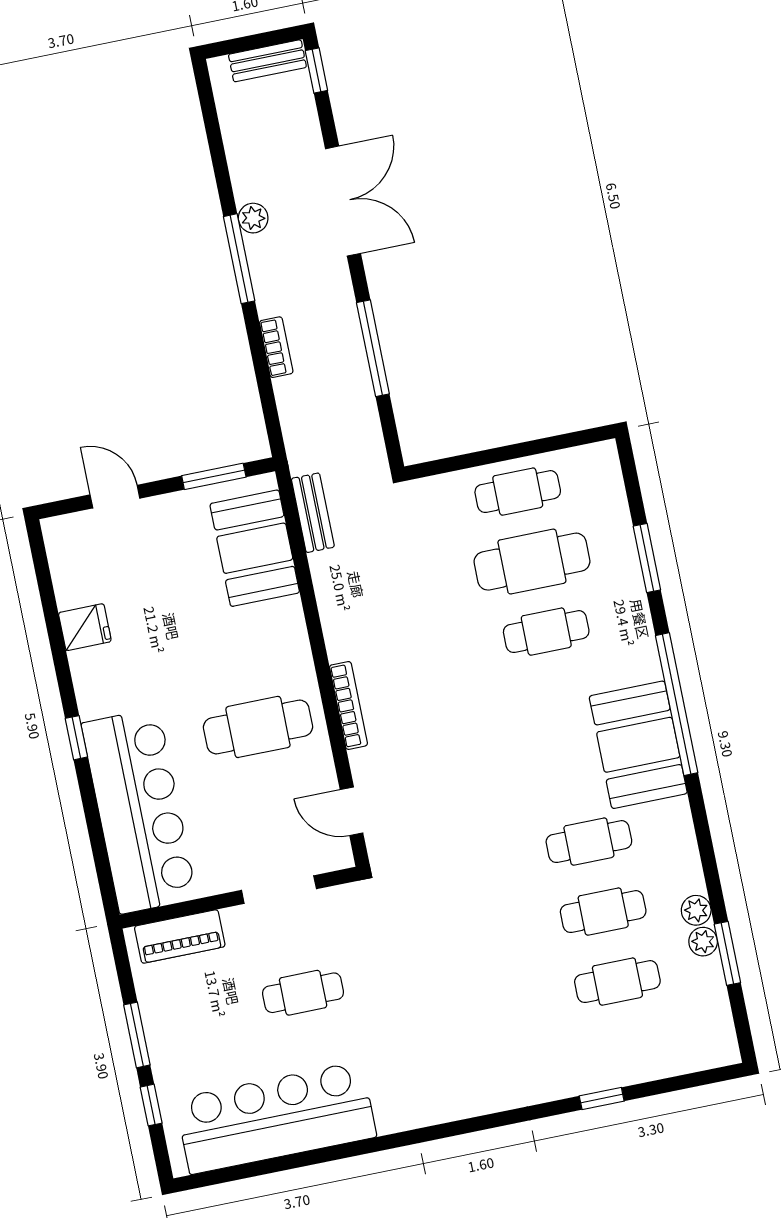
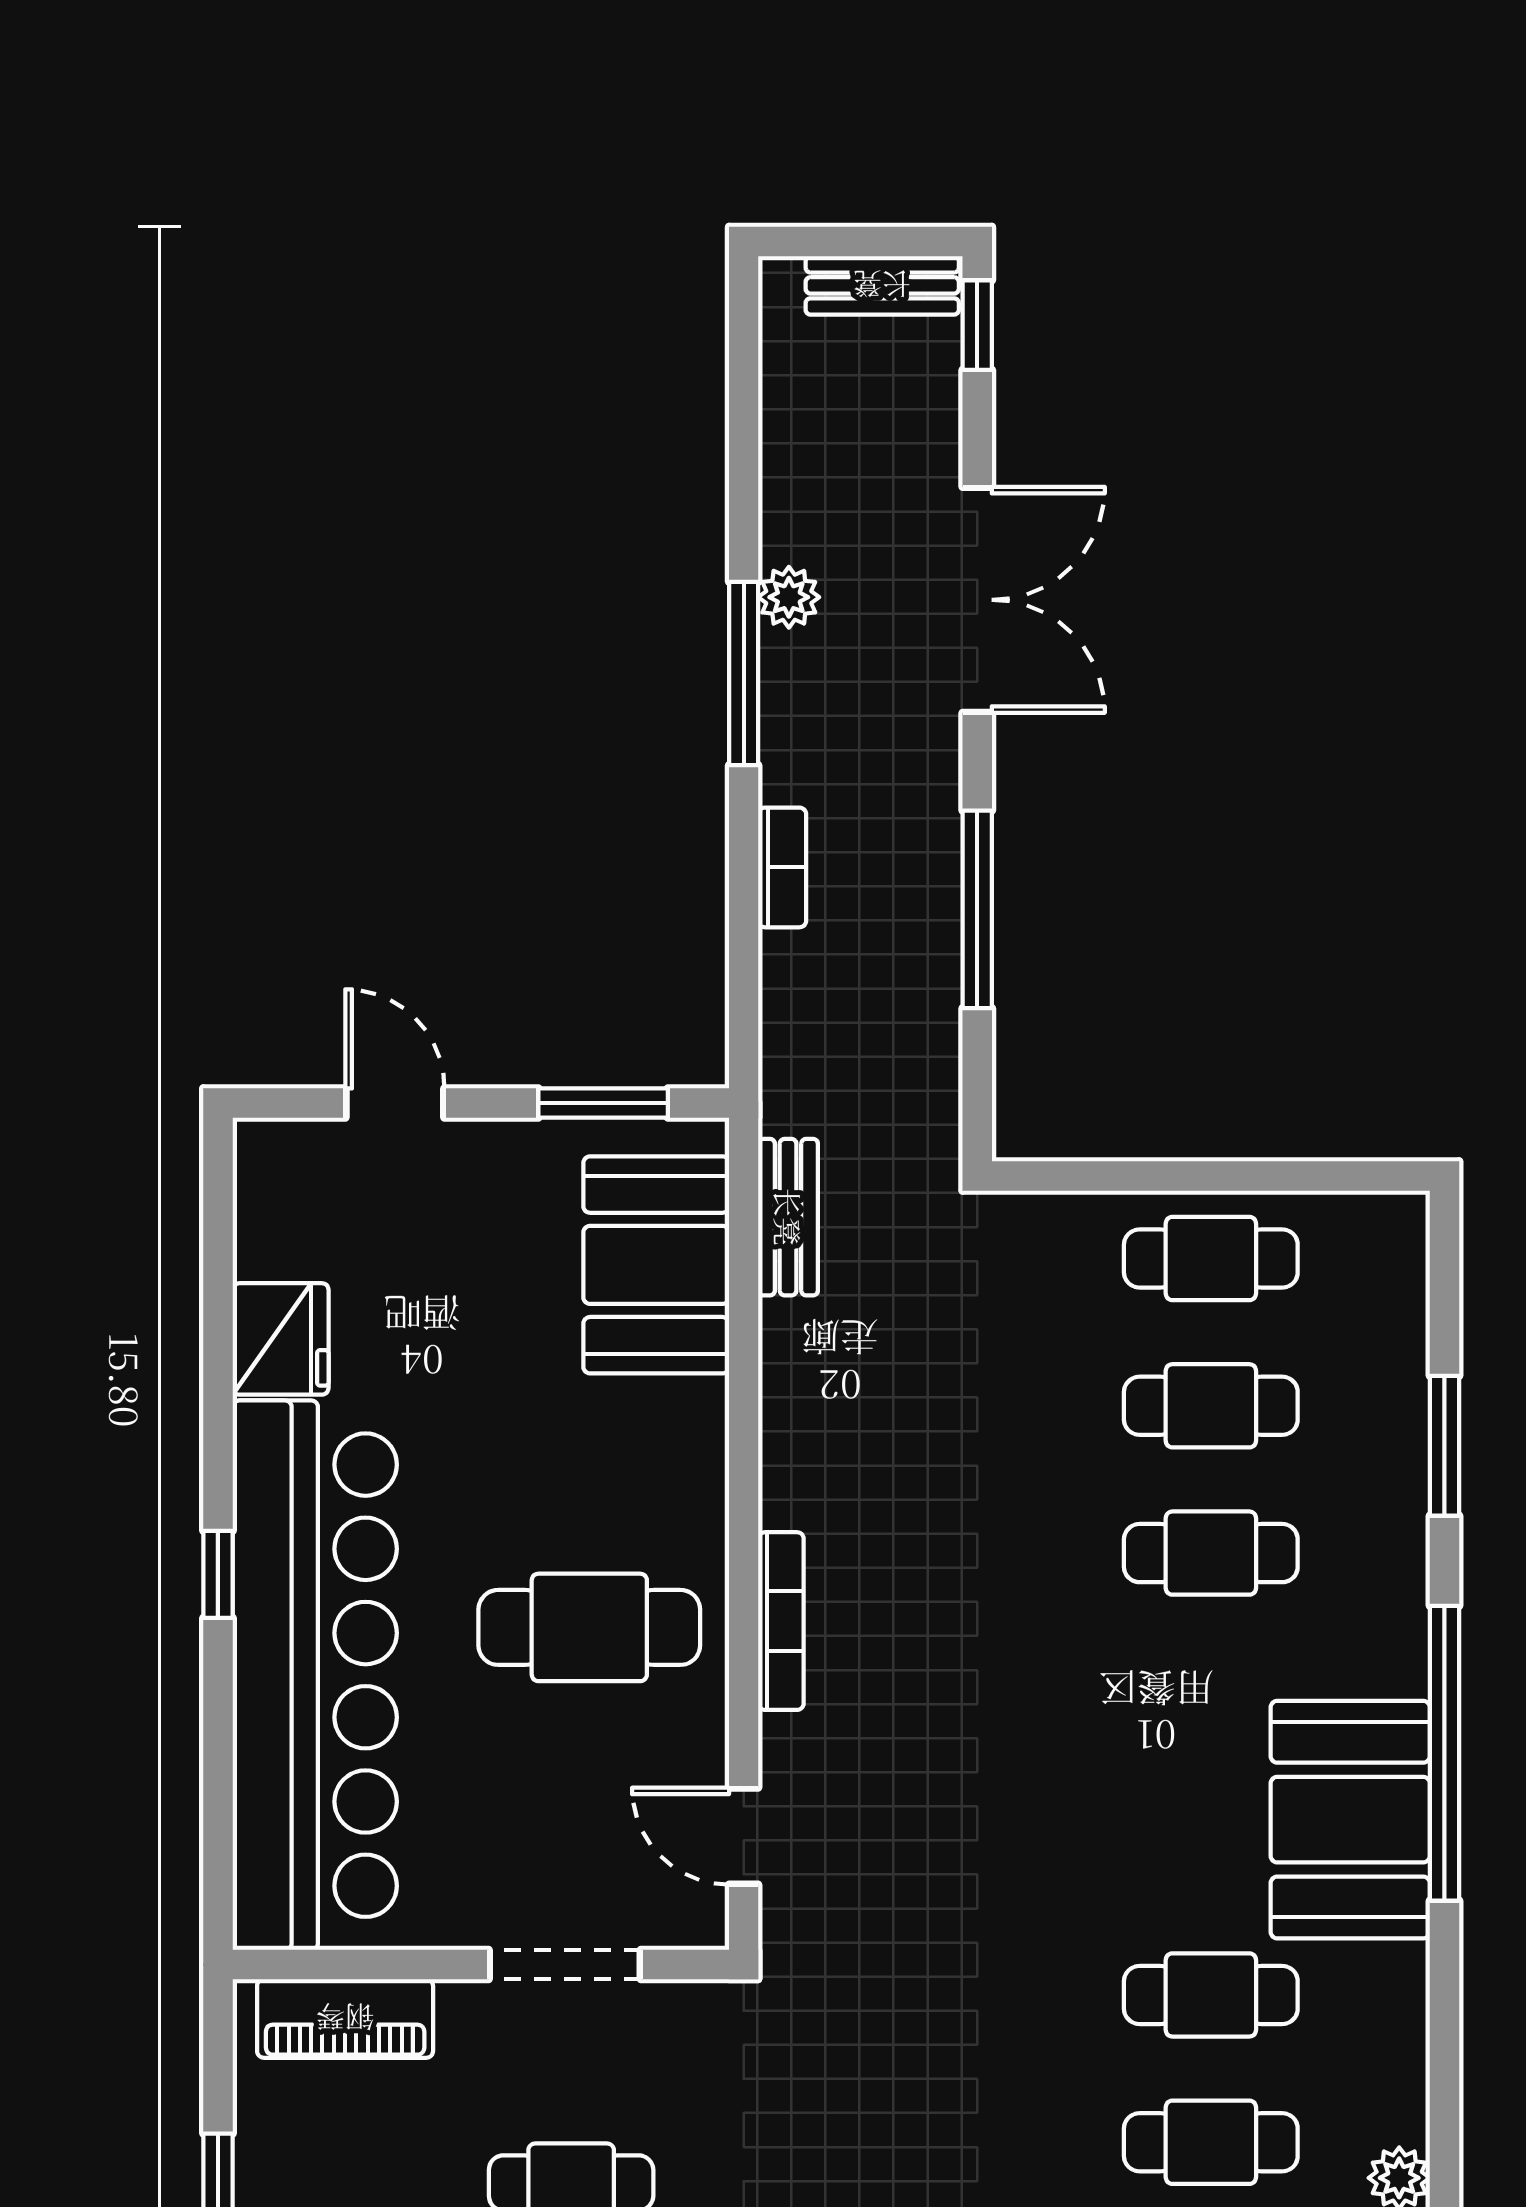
cafe table: (532, 562) -> (1211, 1406), width x0.73, depth x0.74
fridge: (85, 627) -> (281, 1339), width x1.38
bar counter: (139, 811) -> (315, 1675), width x1.36

